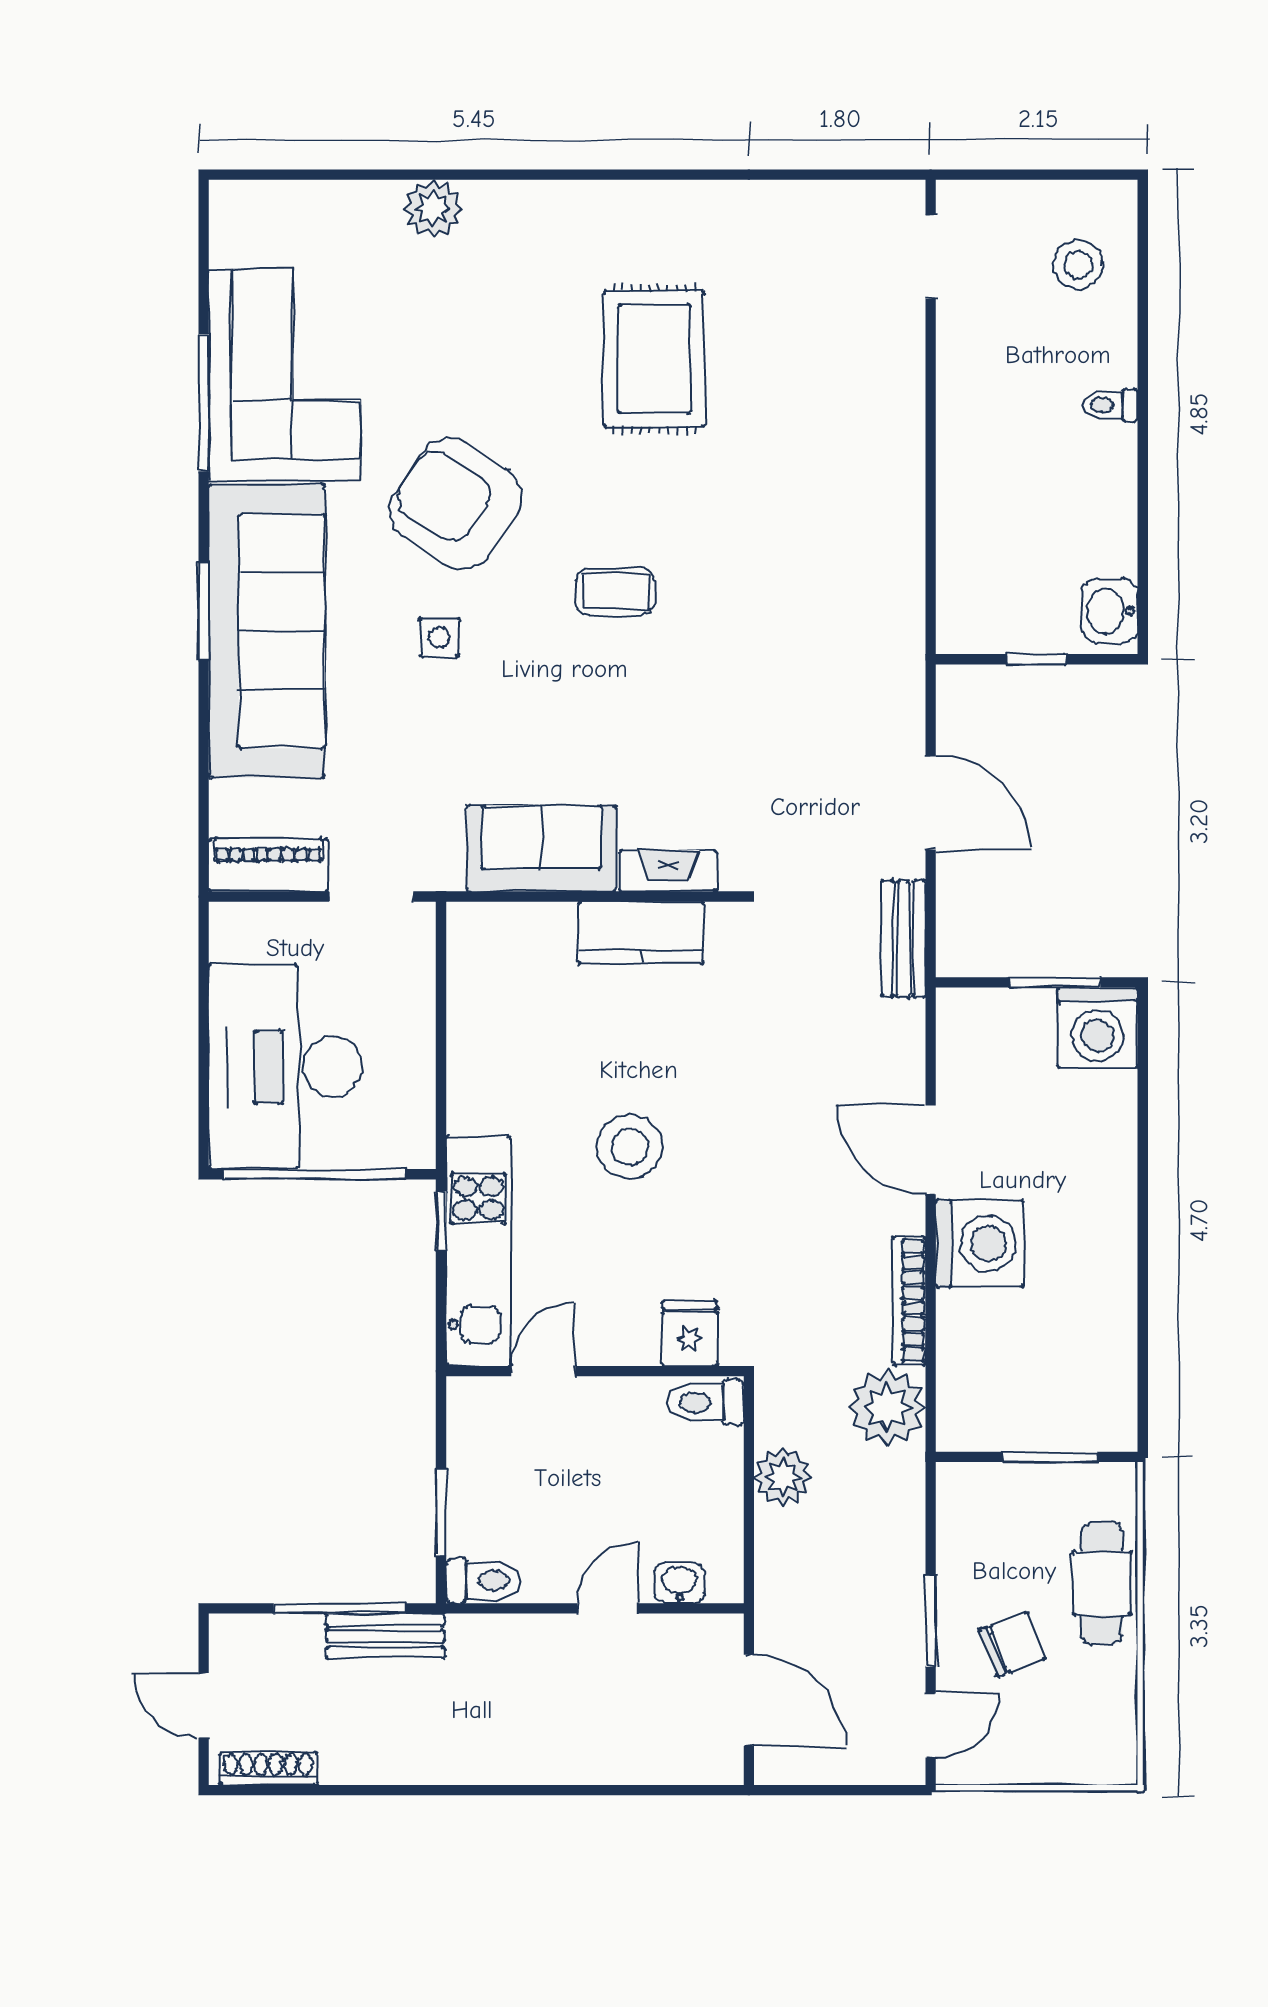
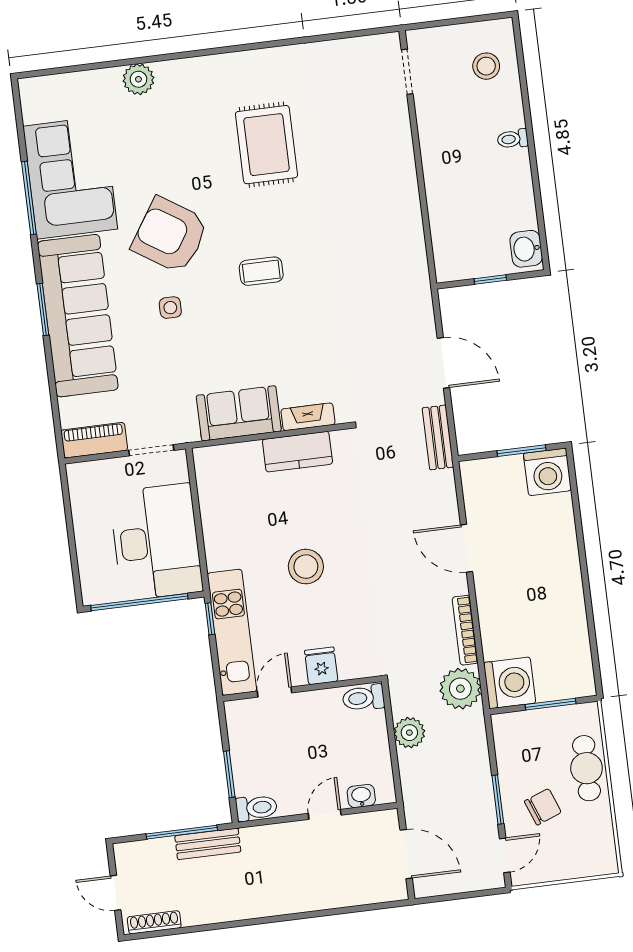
desk: (285, 1067) -> (156, 542), moved, turned 180
washing machine: (979, 1244) -> (510, 683), moved
fridge: (690, 1333) -> (321, 666), moved

